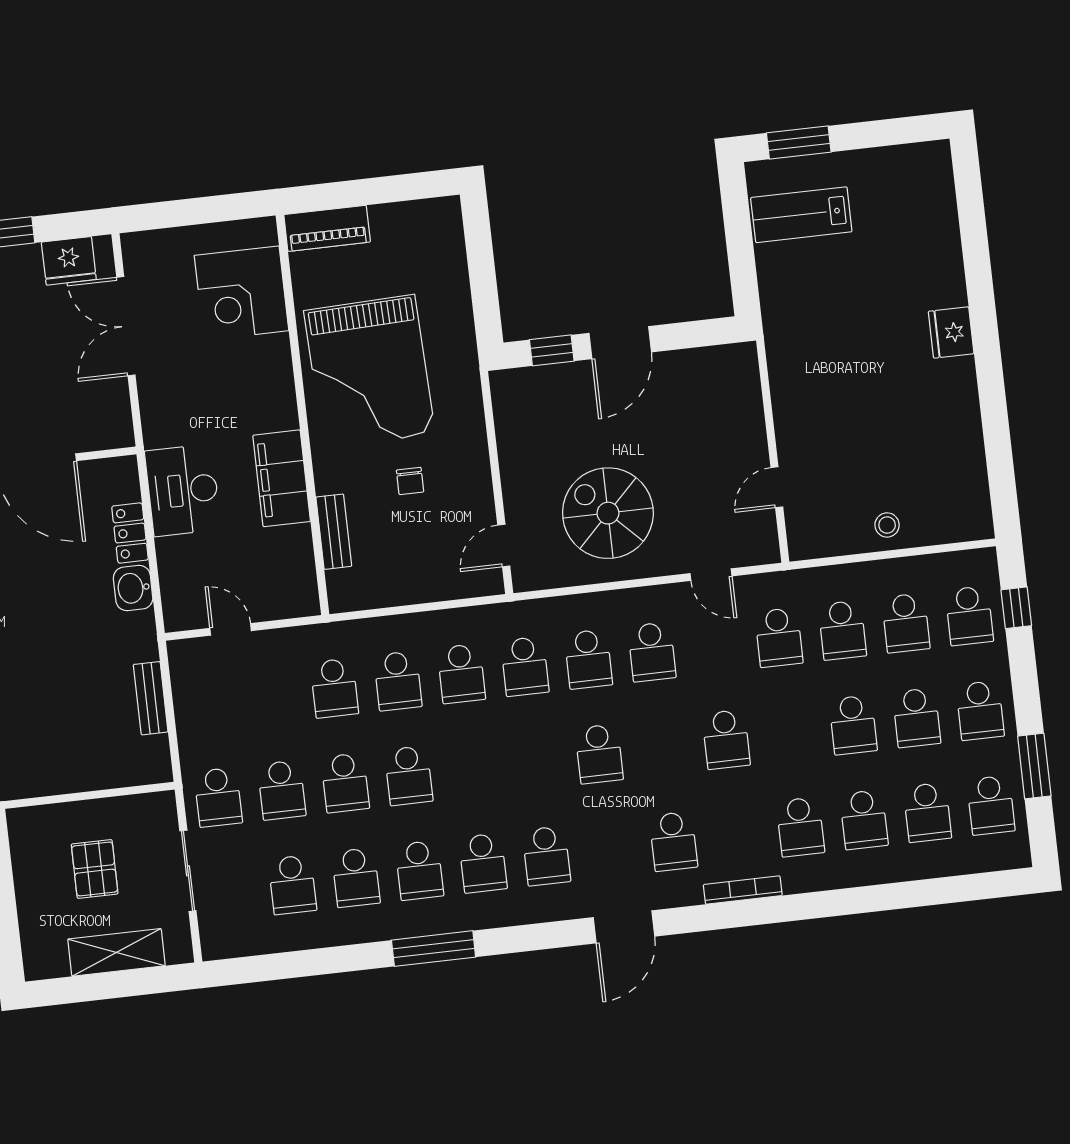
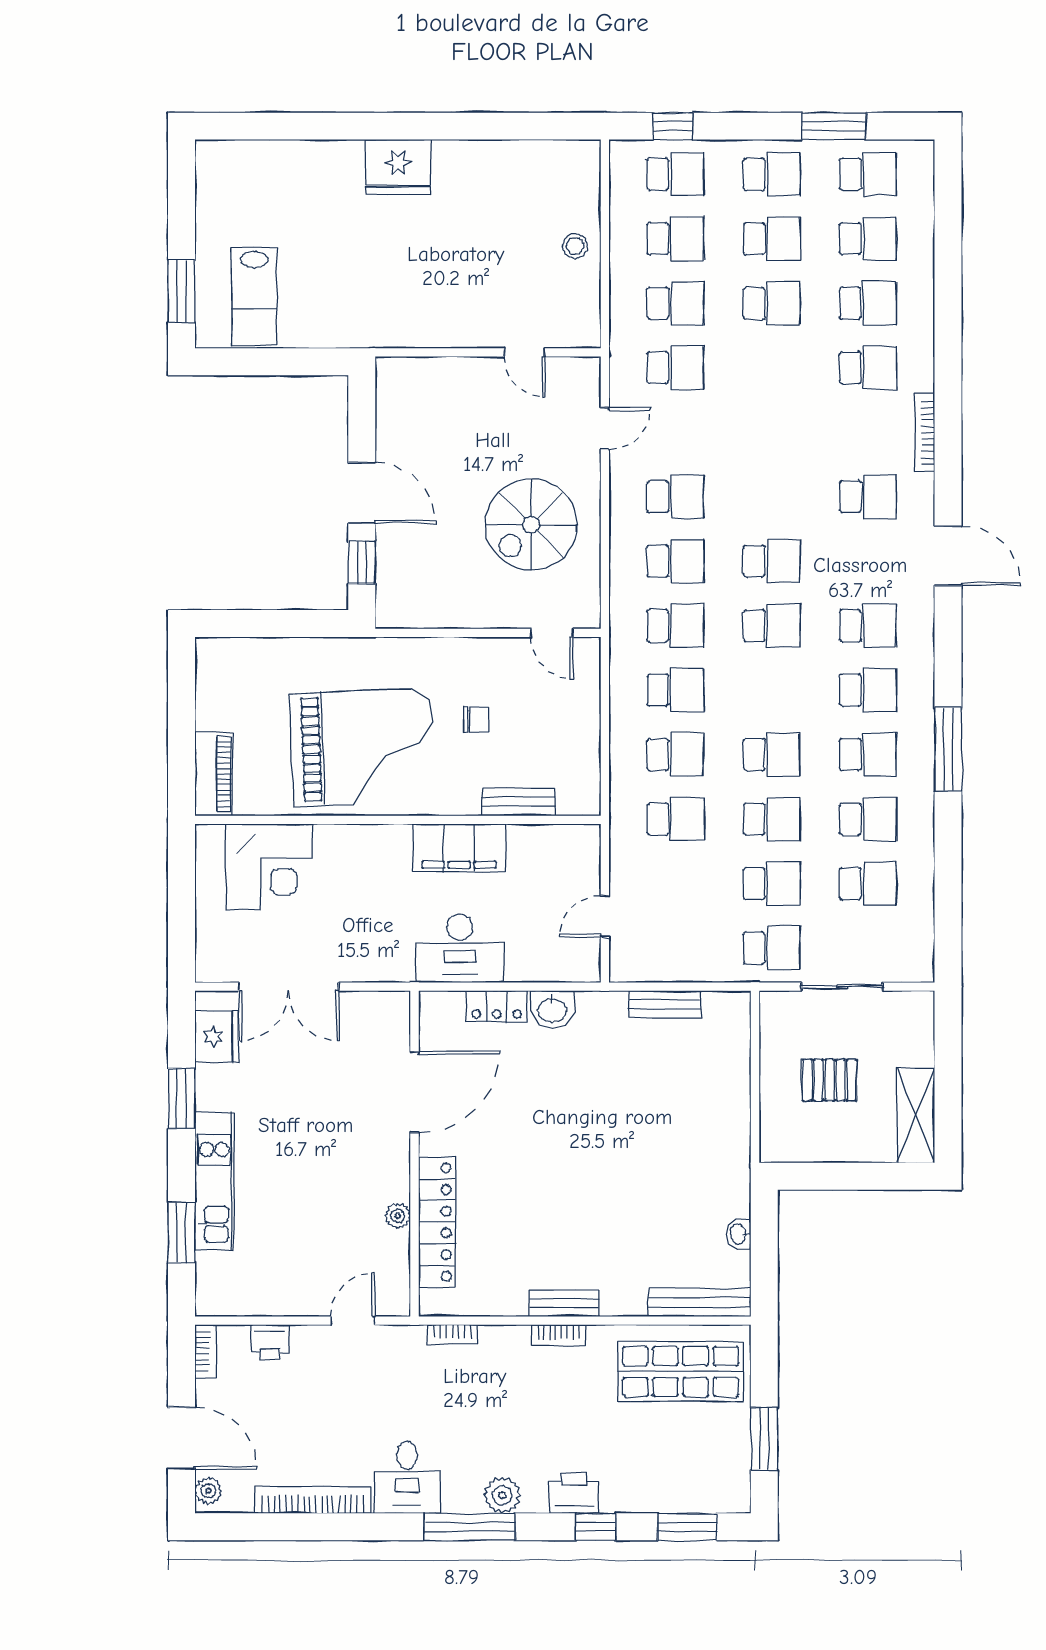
fridge: (951, 332) -> (398, 167), width x1.36, depth x1.34
school desk: (726, 739) -> (772, 626), moved
shelving: (117, 952) -> (916, 1116), moved

